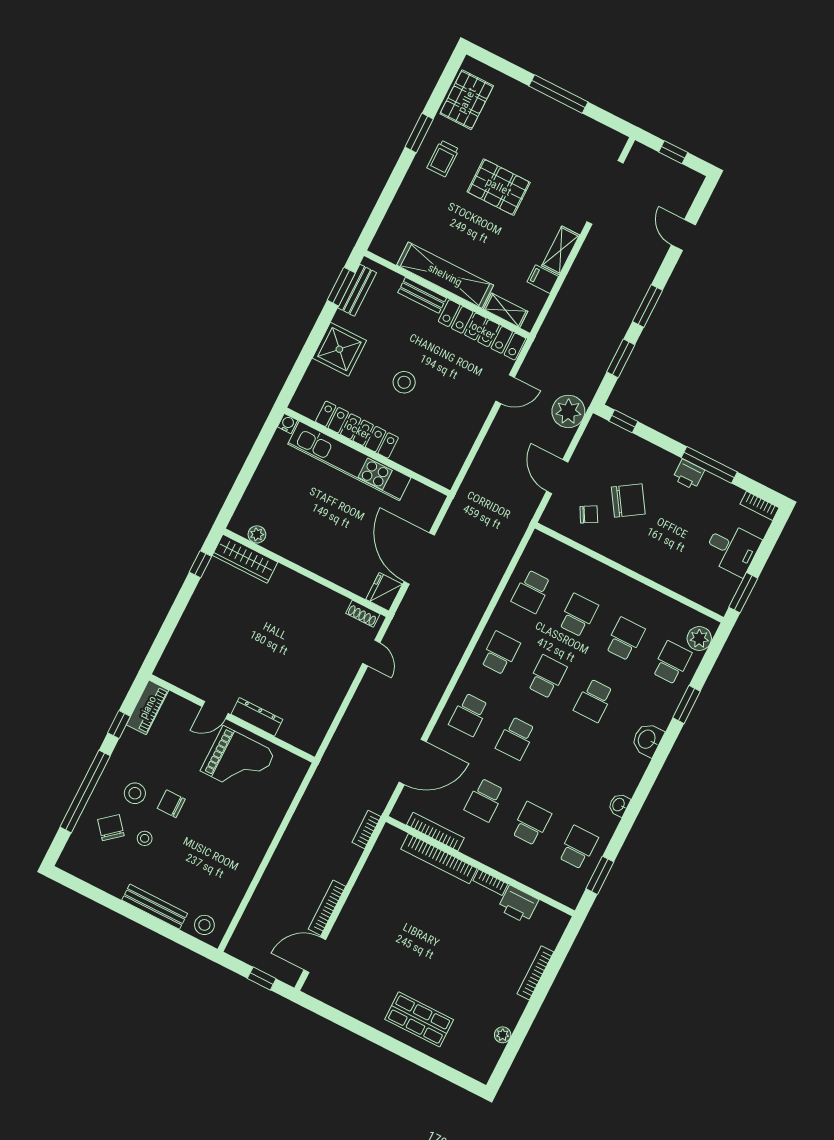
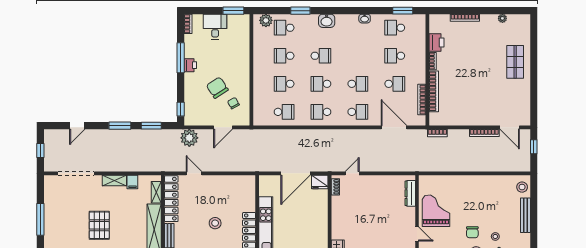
dresser: (257, 717) -> (410, 193), moved

